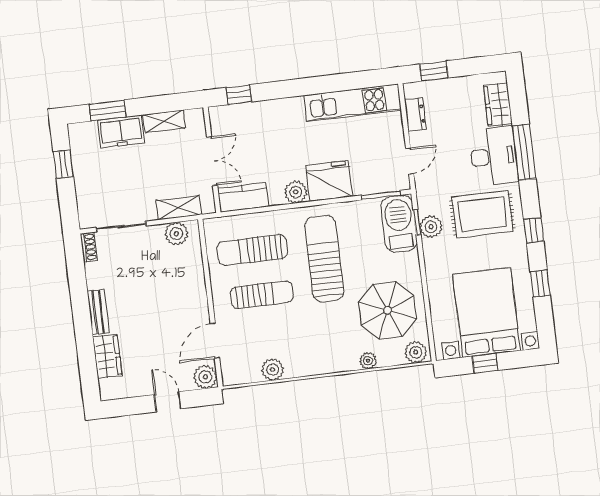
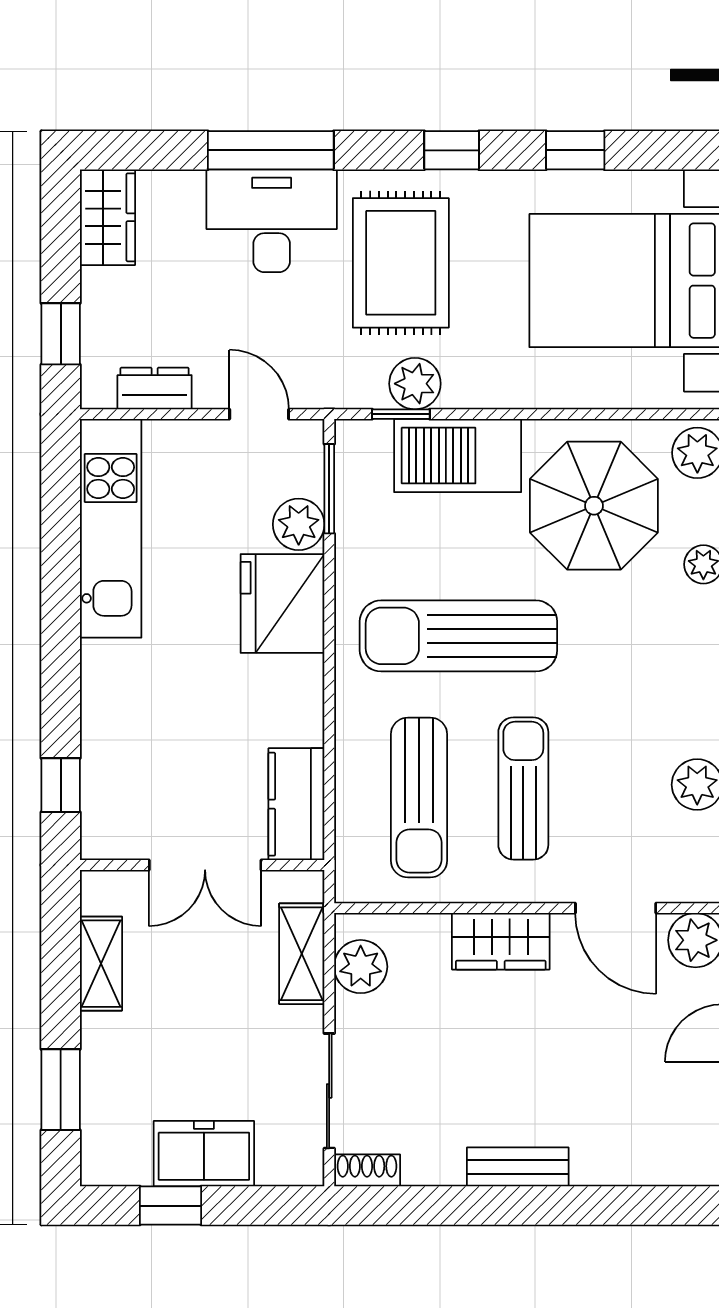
wardrobe: (498, 105) -> (107, 217), moved, turned -90
freezer: (121, 132) -> (204, 1154), moved, turned -90
double door: (212, 161) -> (205, 865), swing flipped
plant: (296, 192) -> (299, 524), moved
barbecue: (399, 224) -> (458, 456), moved
wardrobe: (107, 356) -> (501, 941), moved, turned 180

